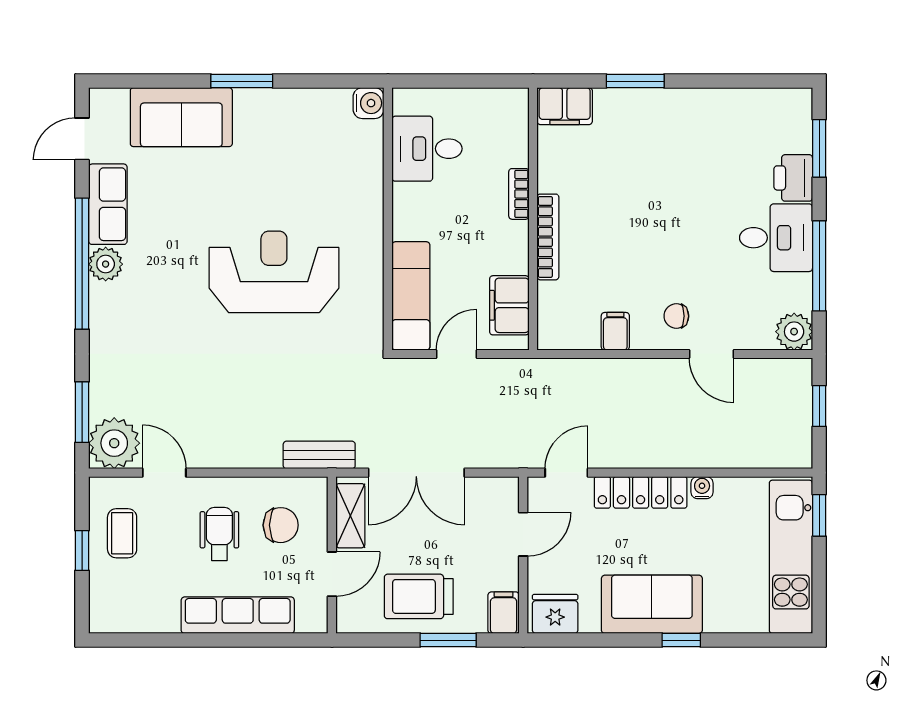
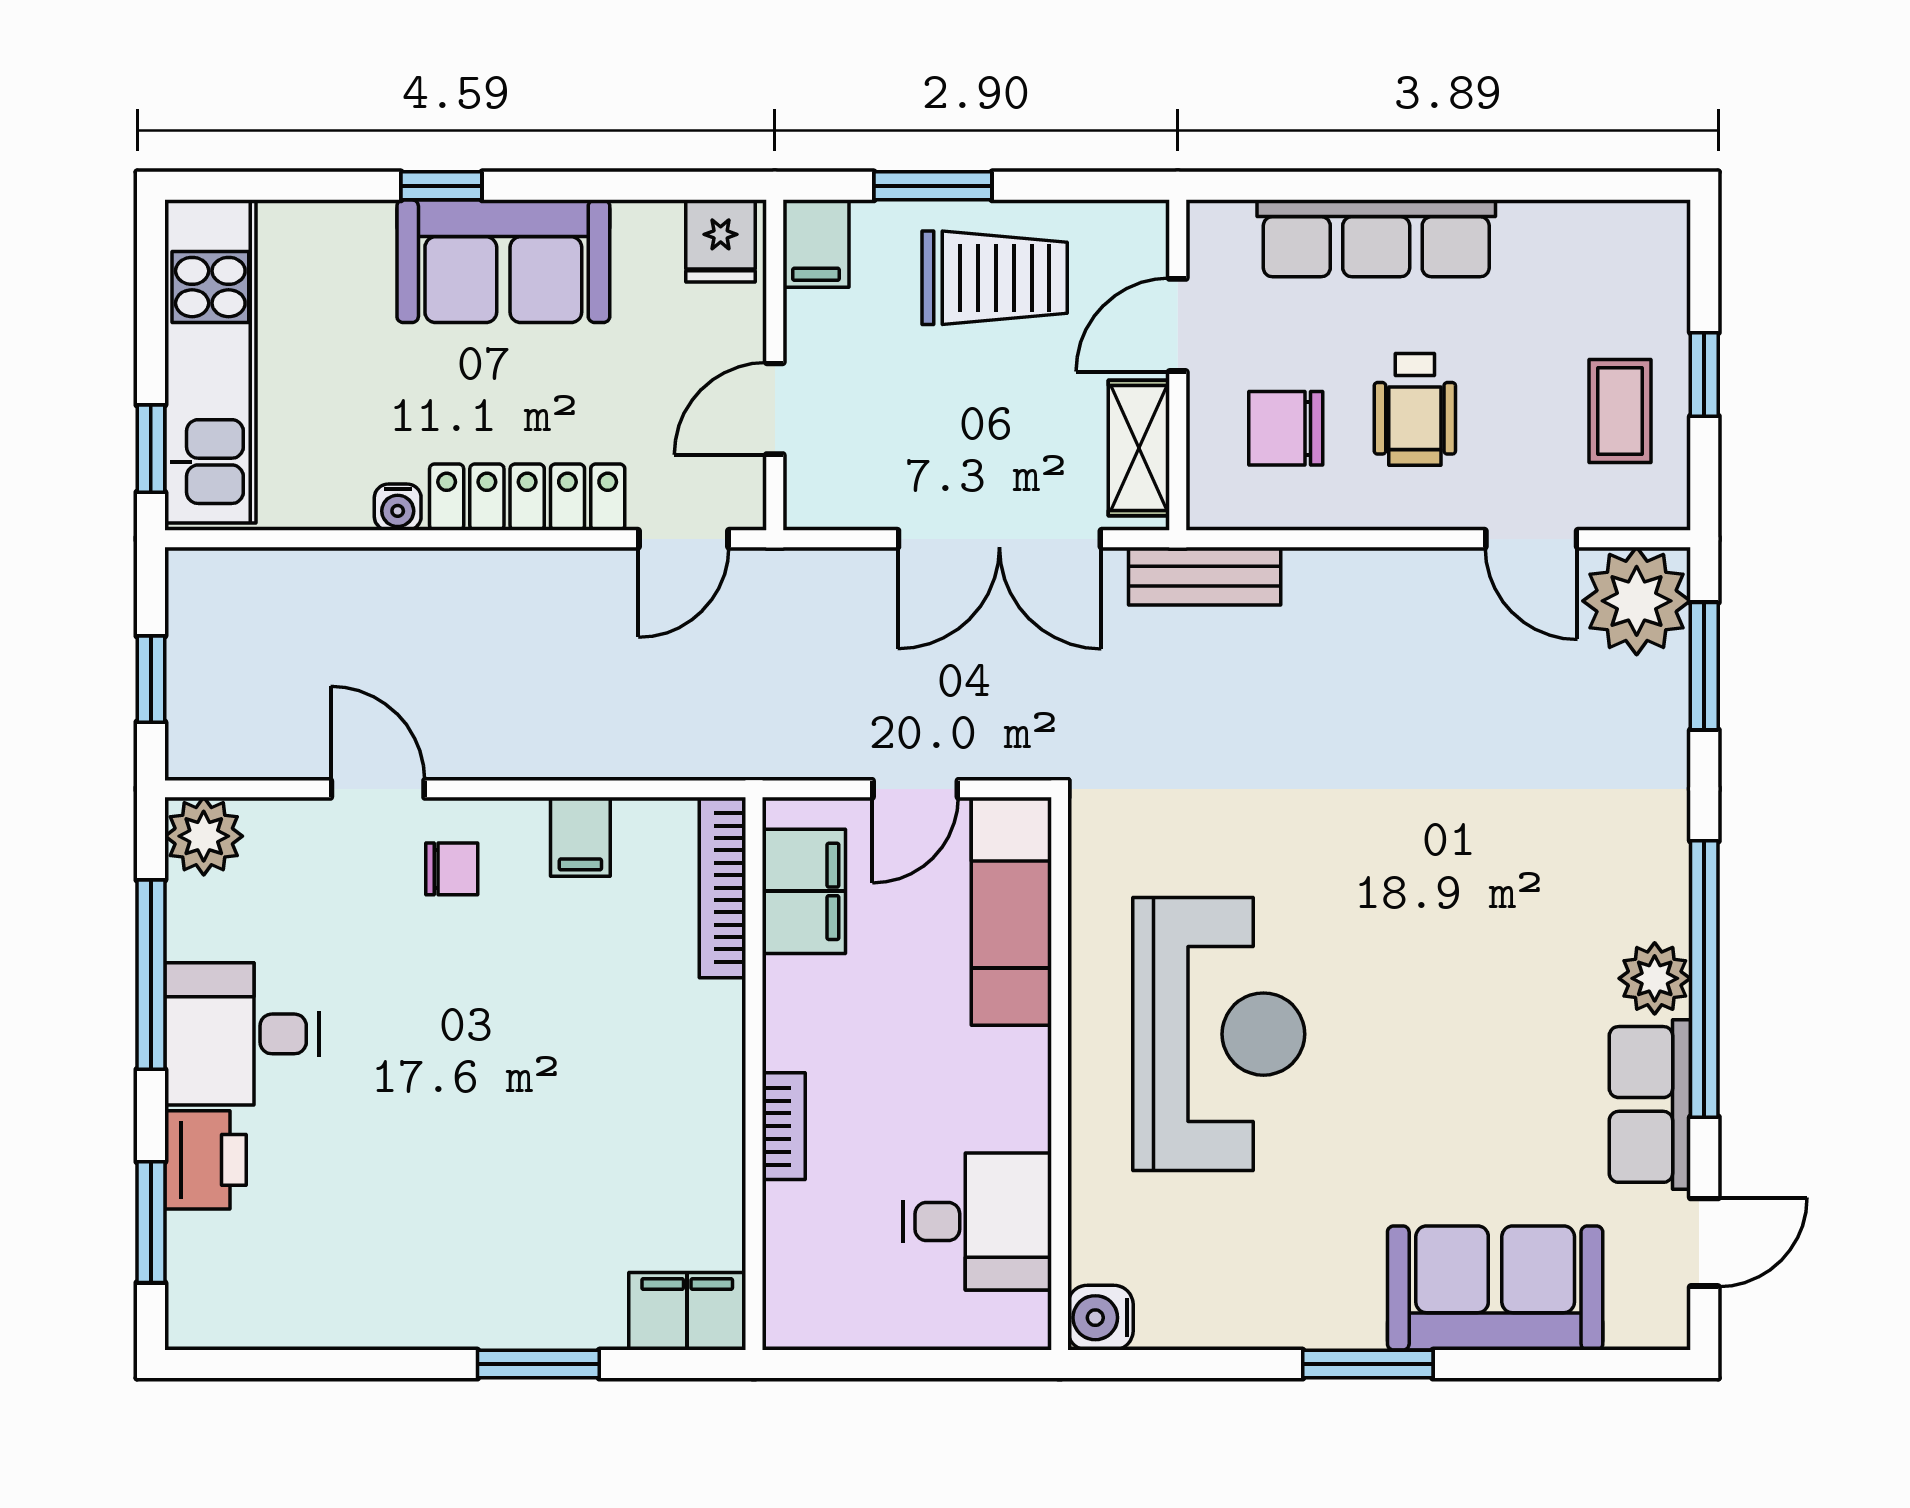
bookcase: (548, 237) -> (722, 888), moved
reception desk: (274, 272) -> (1219, 1034), moved, turned -90
double door: (416, 473) -> (999, 539), swing flipped
fridge: (555, 614) -> (721, 241), width x0.72

